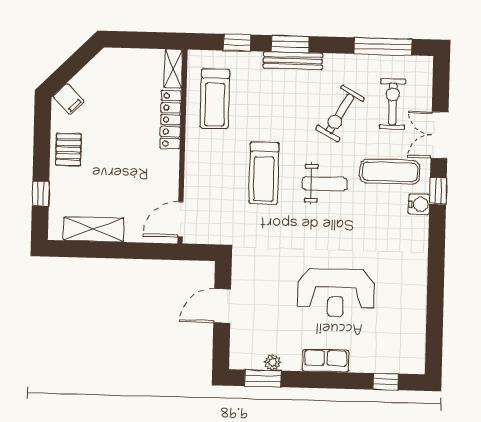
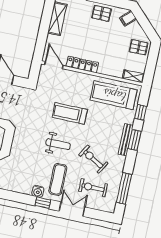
pallet: (118, 69) -> (139, 47), added
treadmill: (215, 99) -> (114, 95), width x1.37, depth x1.38
exercise bike: (393, 104) -> (93, 188), turned 180
locker: (171, 120) -> (82, 65), moved
weight bench: (325, 184) -> (58, 144), turned -90

